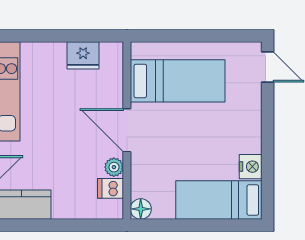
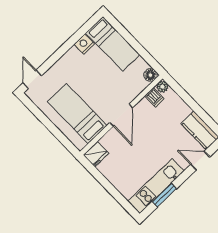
fridge: (83, 55) -> (96, 154), moved, turned 90
plant: (114, 167) -> (162, 87), moved

